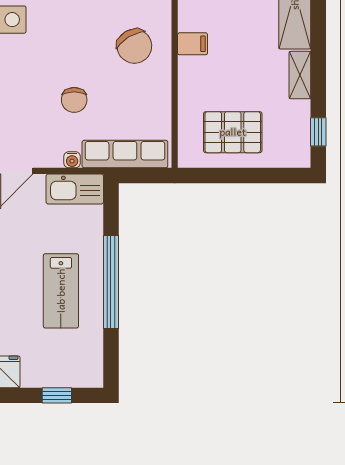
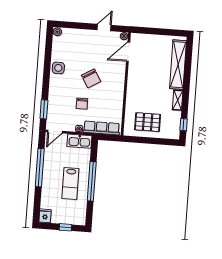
filing cabinet: (193, 44) -> (133, 84), removed
chair: (134, 46) -> (91, 78), moved

